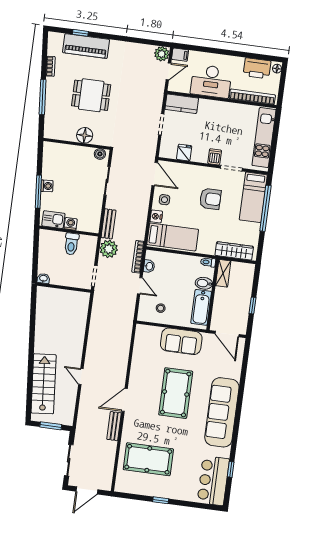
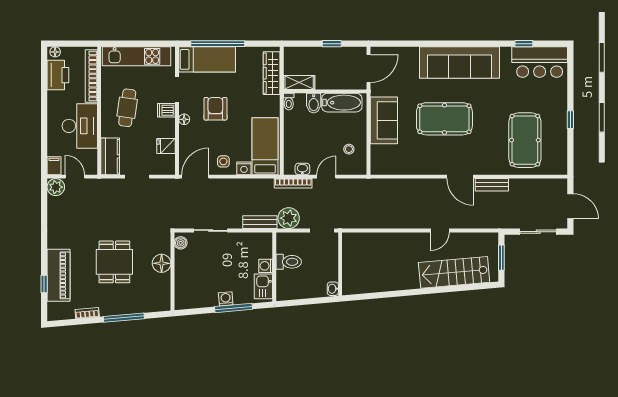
cafe table: (221, 124) -> (127, 108), added
floor lamp: (205, 171) -> (184, 119), added

